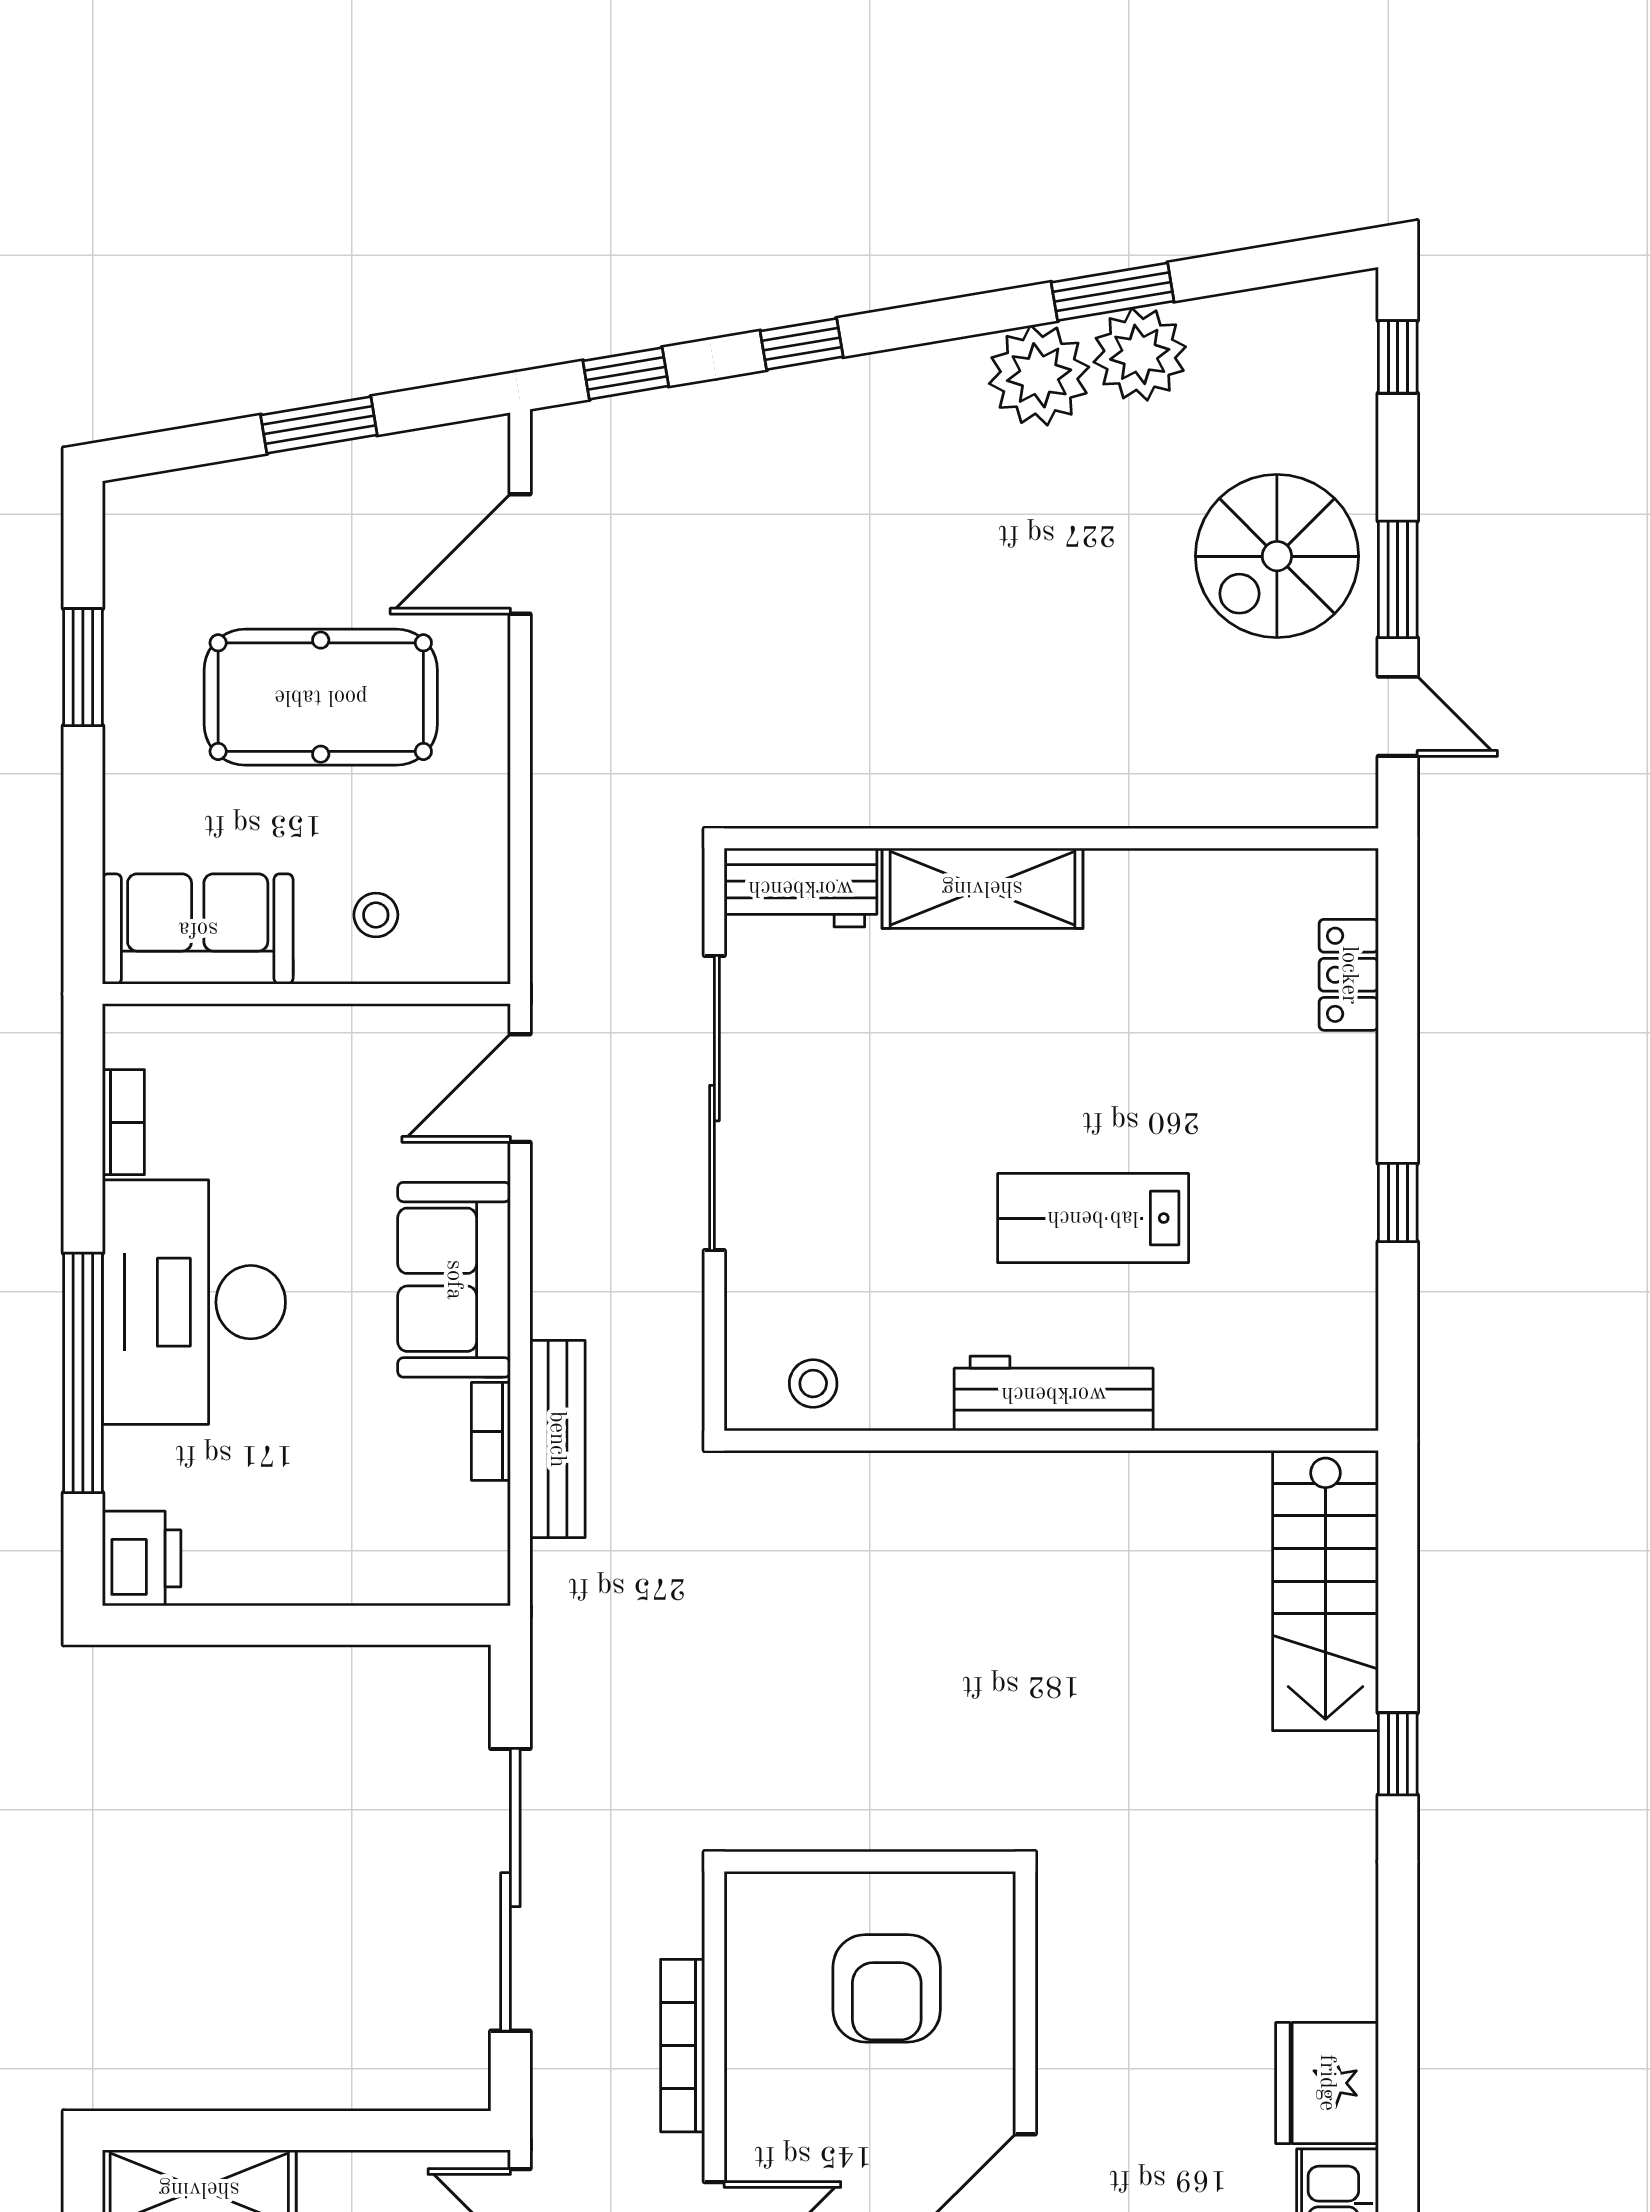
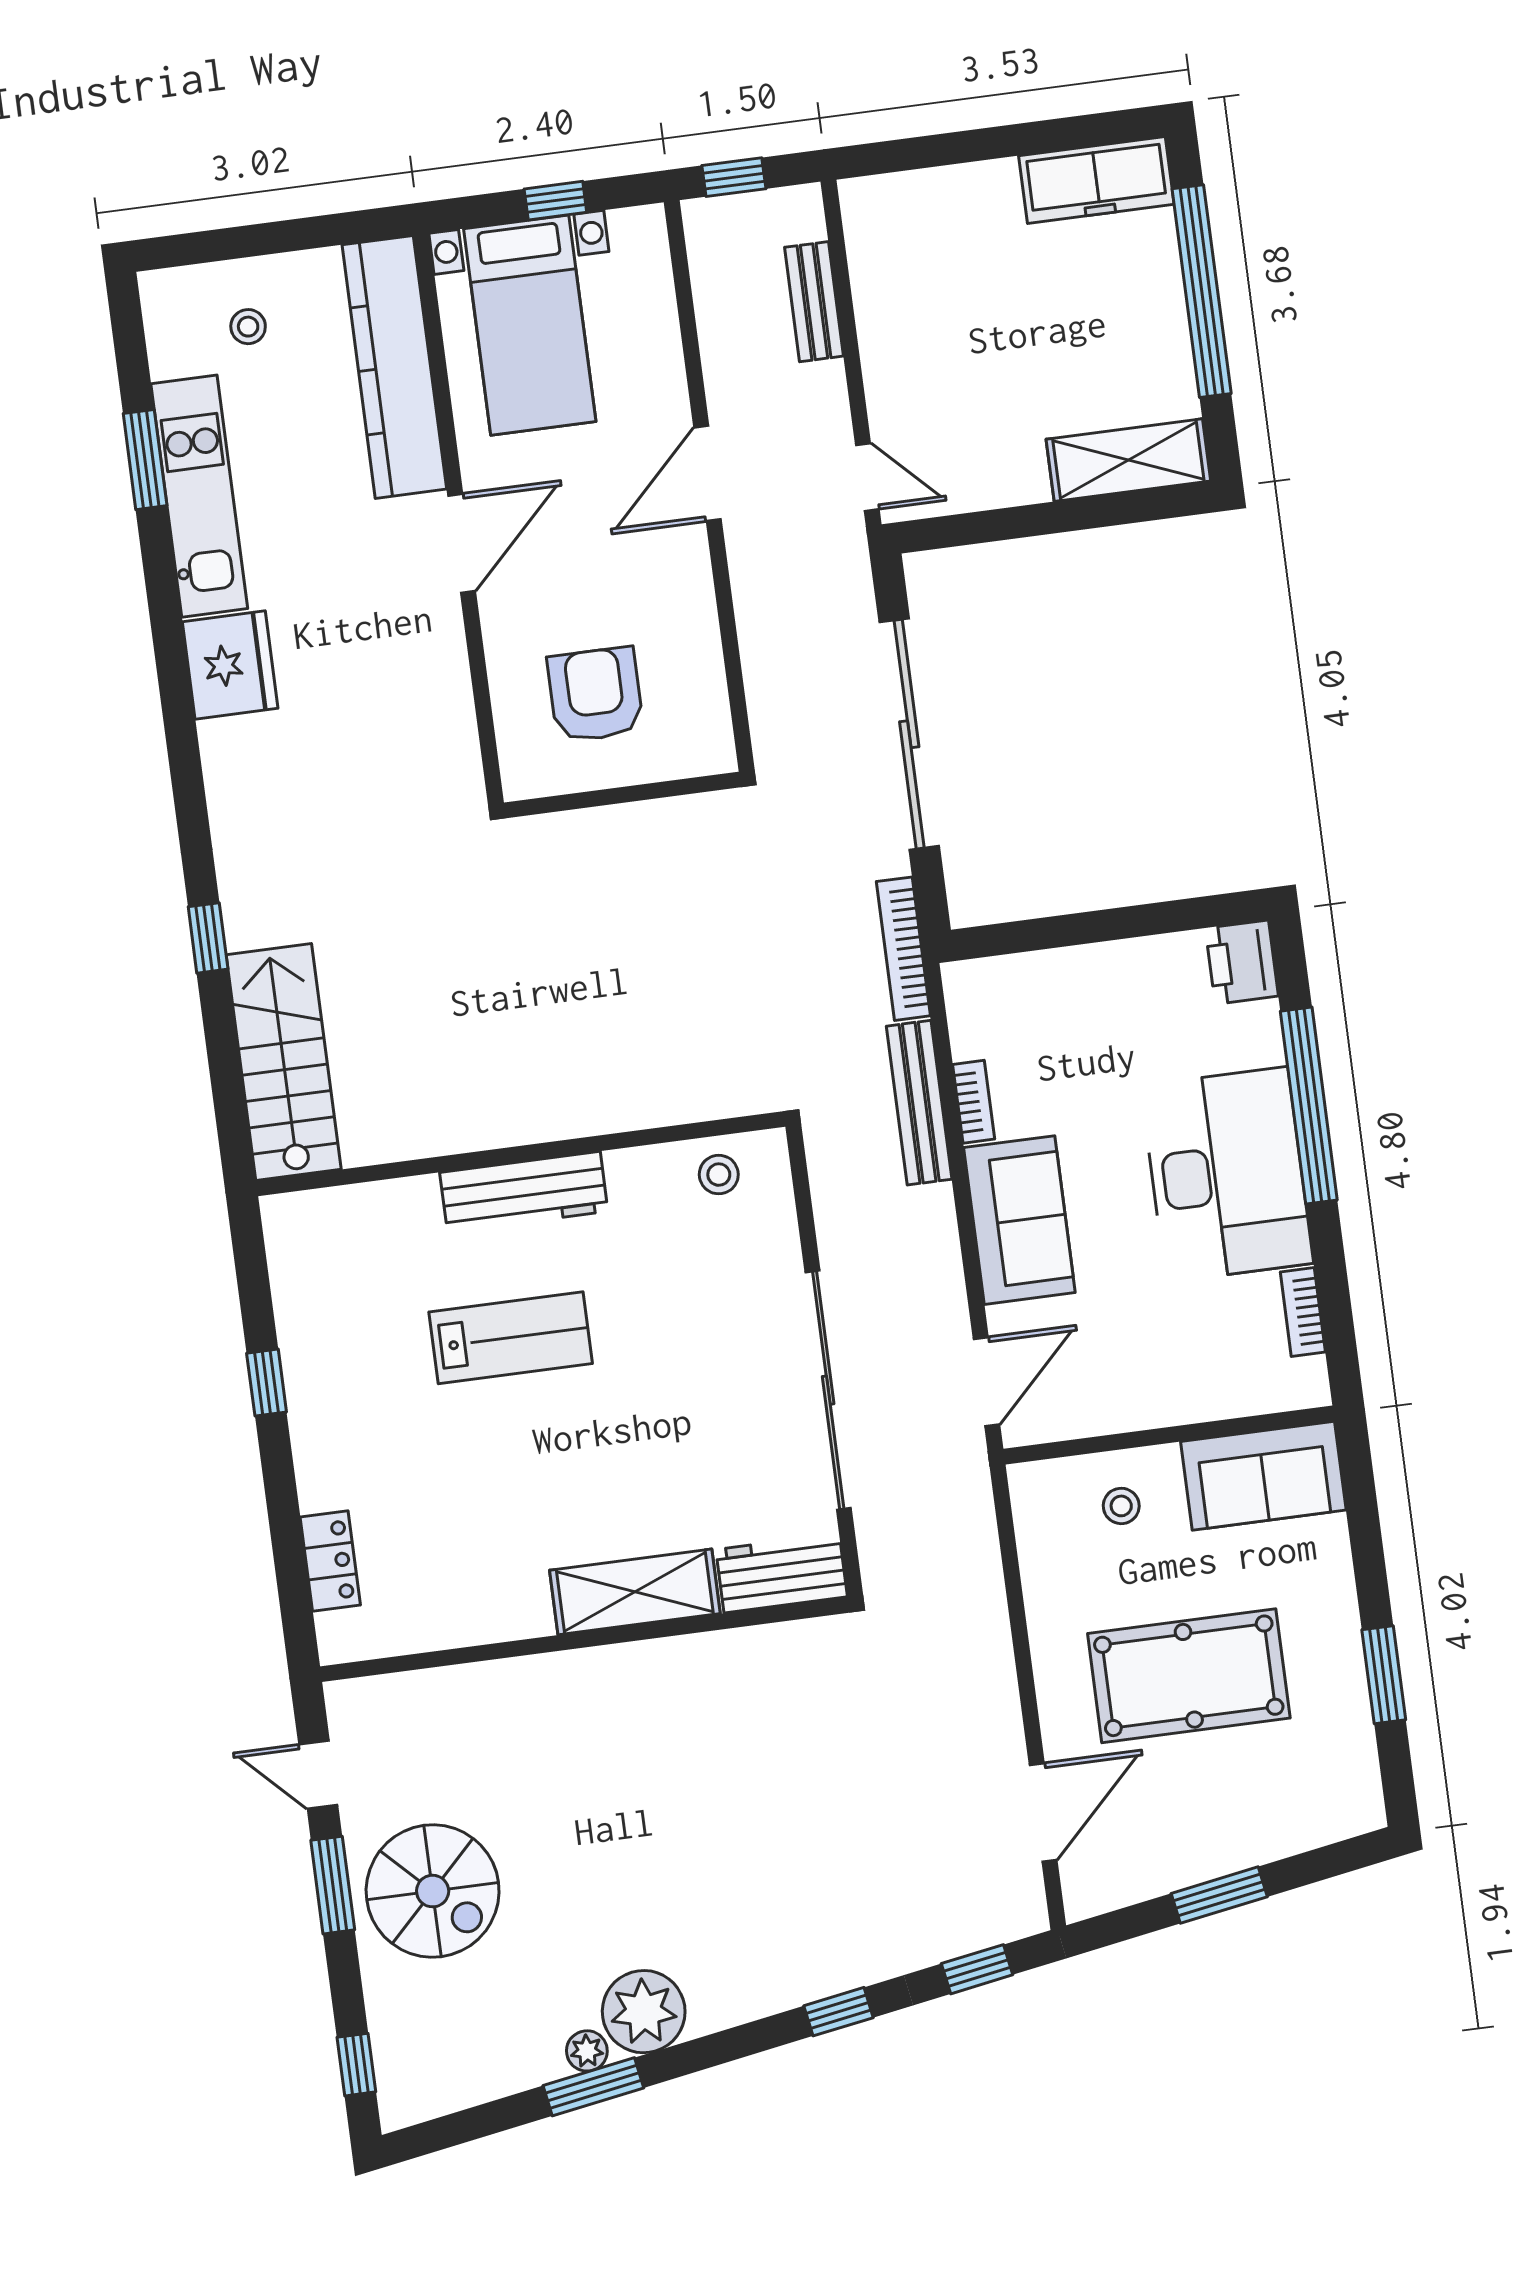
plant: (1140, 354) -> (587, 2051), width x0.53, depth x0.53
spiral stairs: (1277, 556) -> (433, 1891), turned 90
bookcase: (683, 2046) -> (903, 949), moved, turned 180

